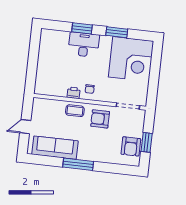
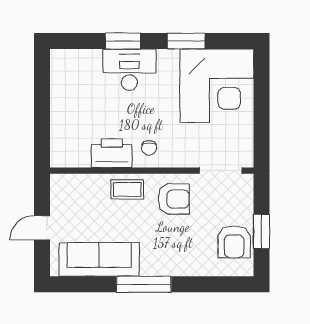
printer: (74, 93) -> (112, 153), width x1.87, depth x1.48
armchair: (100, 119) -> (174, 199), turned 180

